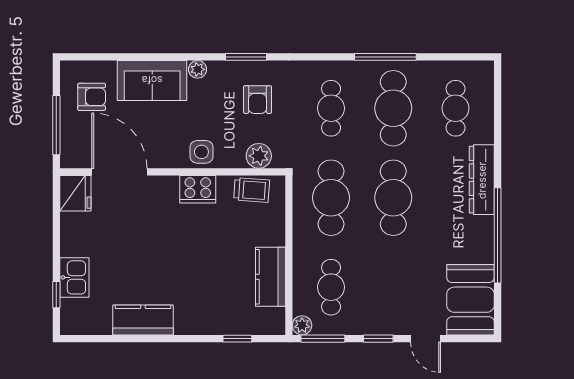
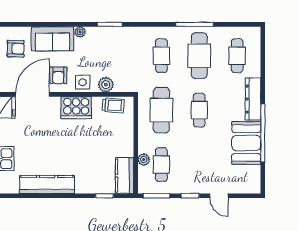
armchair: (258, 100) -> (58, 75), moved
plant: (259, 156) -> (106, 85), moved
door: (119, 172) -> (33, 94), hinge flipped
cooker: (198, 189) -> (76, 108), width x1.37, depth x1.31
cafe table: (393, 198) -> (199, 110), width x0.73, depth x0.74
kitchen counter: (270, 277) -> (124, 176), moved
booth: (470, 300) -> (246, 143), moved
kitchen counter: (143, 320) -> (47, 185), width x1.50
plant: (302, 325) -> (144, 159), moved

